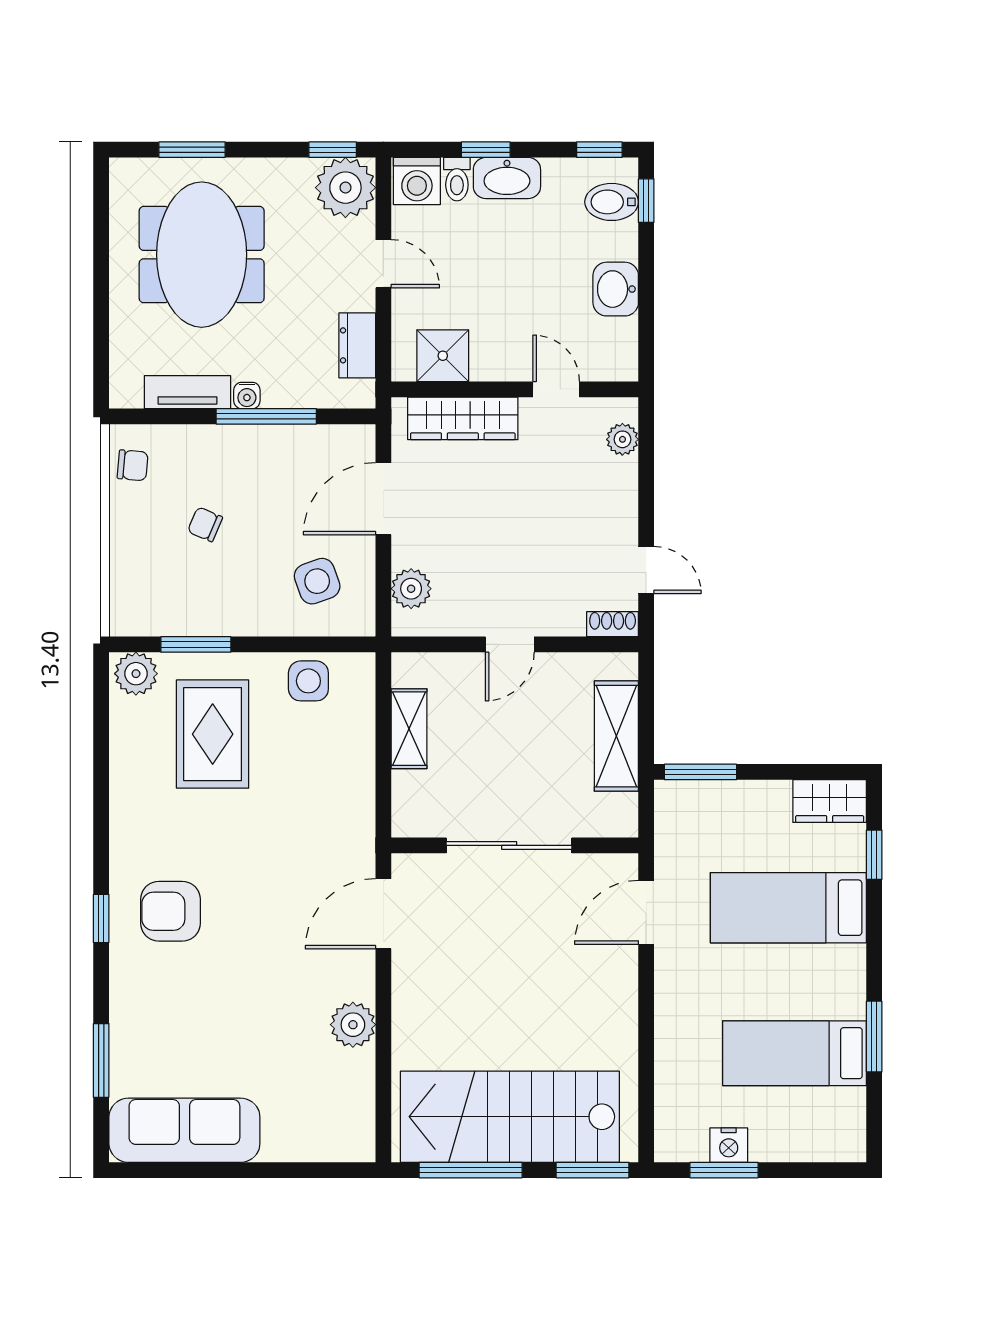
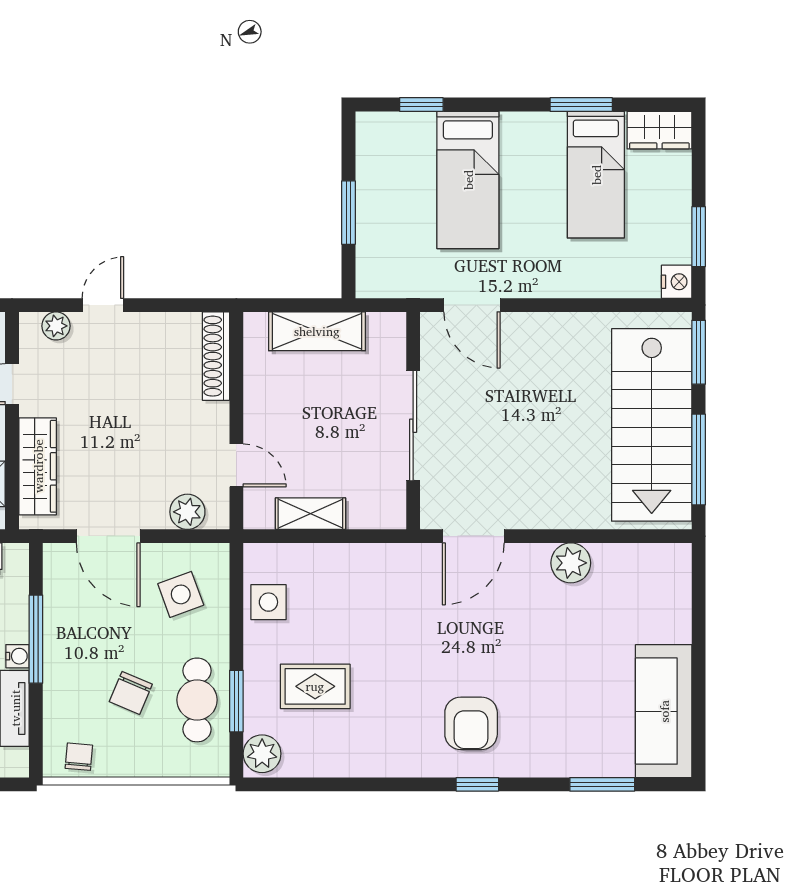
chair: (205, 524) -> (131, 693), width x1.37, depth x1.37
door: (646, 570) -> (103, 305), moved
cafe table: (197, 600) -> (197, 700), added
shoe rack: (613, 624) -> (216, 356), width x1.94, depth x1.24
door: (510, 644) -> (236, 465), moved
rug: (213, 734) -> (315, 686), width x0.73, depth x0.70
window: (700, 772) -> (349, 213), moved
wardrobe: (830, 801) -> (659, 130), moved, turned 90
door: (383, 914) -> (473, 536), hinge flipped
nightstand: (729, 1145) -> (677, 282), moved

